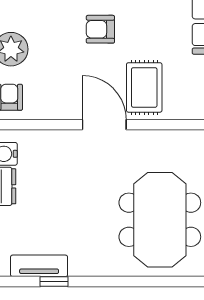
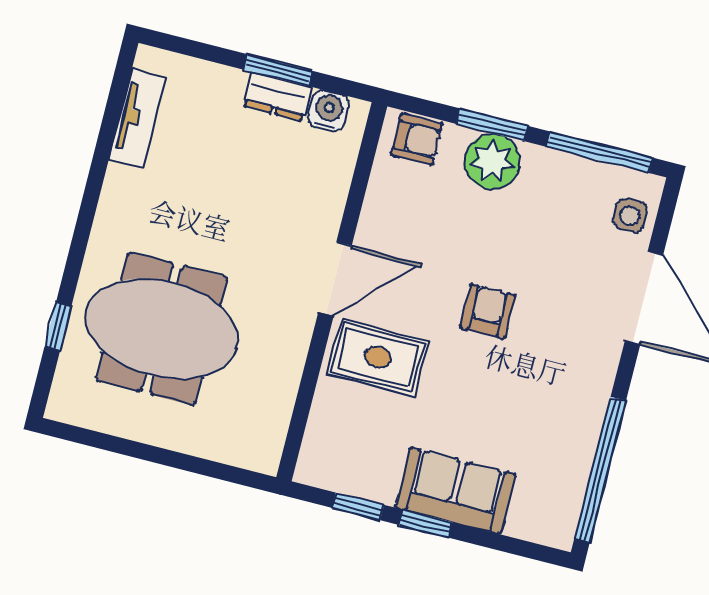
window: (54, 281) -> (58, 326), moved

